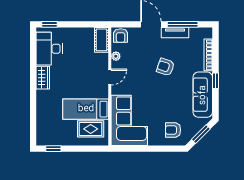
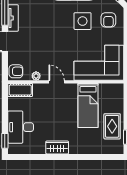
desk: (49, 49) -> (21, 127), moved, turned 90
armchair: (165, 67) -> (47, 27), removed
side table: (172, 104) -> (83, 21), added
rug: (91, 129) -> (112, 126), moved

